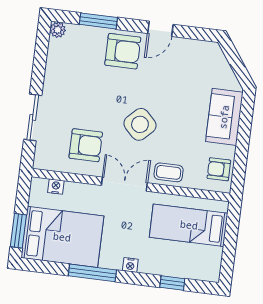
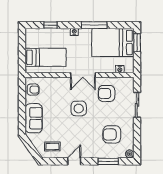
armchair: (123, 51) -> (112, 134), moved
side table: (140, 124) -> (79, 108), turned 45
coffee table: (169, 172) -> (52, 146), moved

